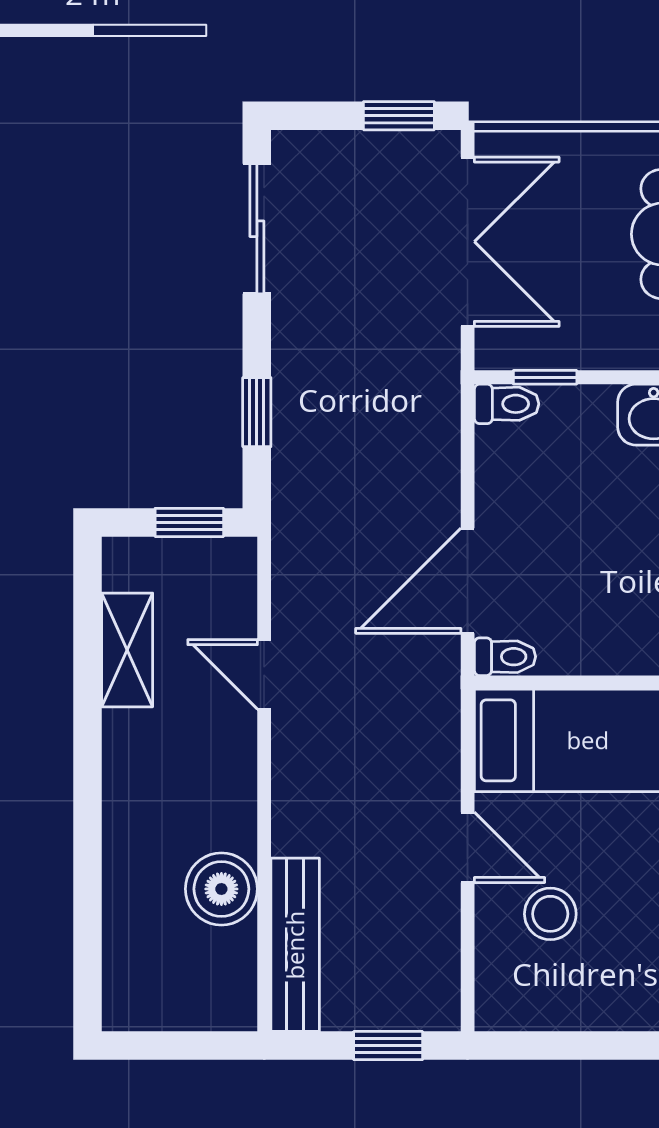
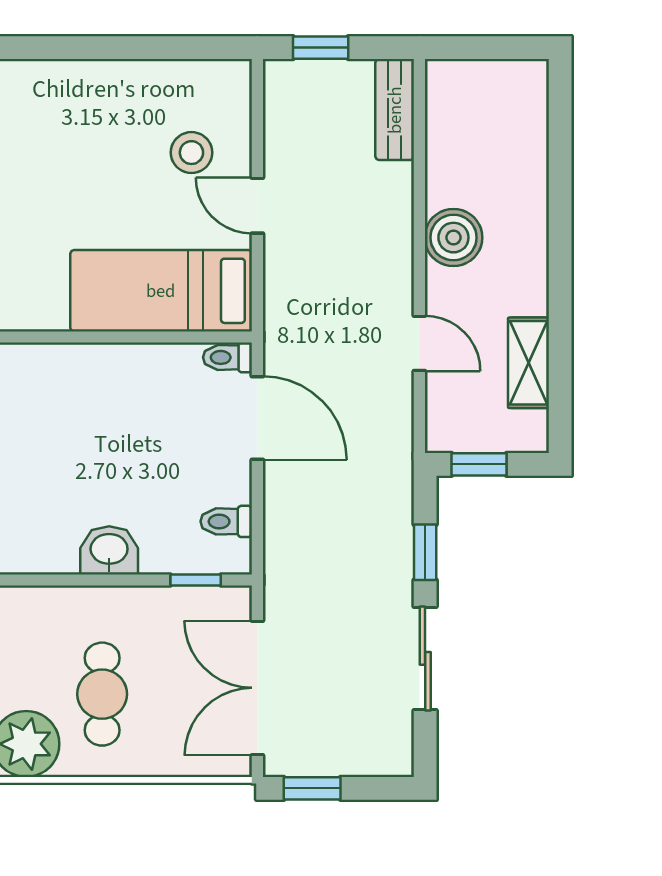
sliding door: (257, 229) -> (425, 658), moved
toilet: (507, 404) -> (226, 521), moved
door: (468, 581) -> (257, 418), hinge flipped
boiler: (221, 889) -> (453, 238), moved
bench: (295, 945) -> (395, 110), width x0.73

